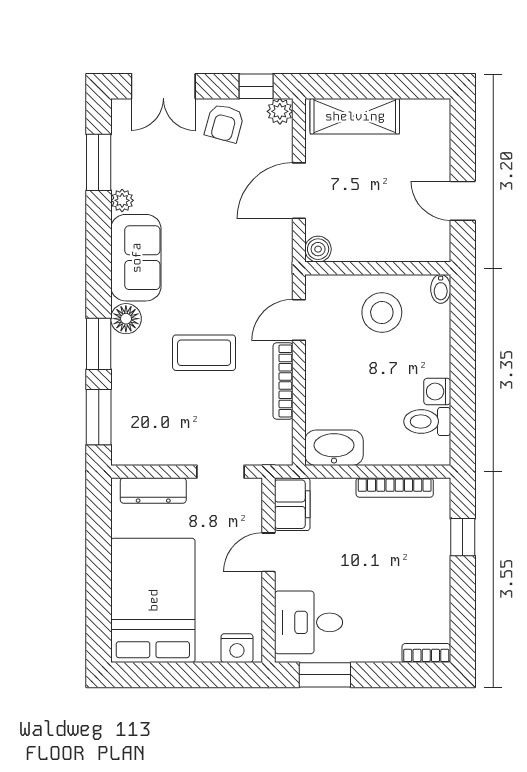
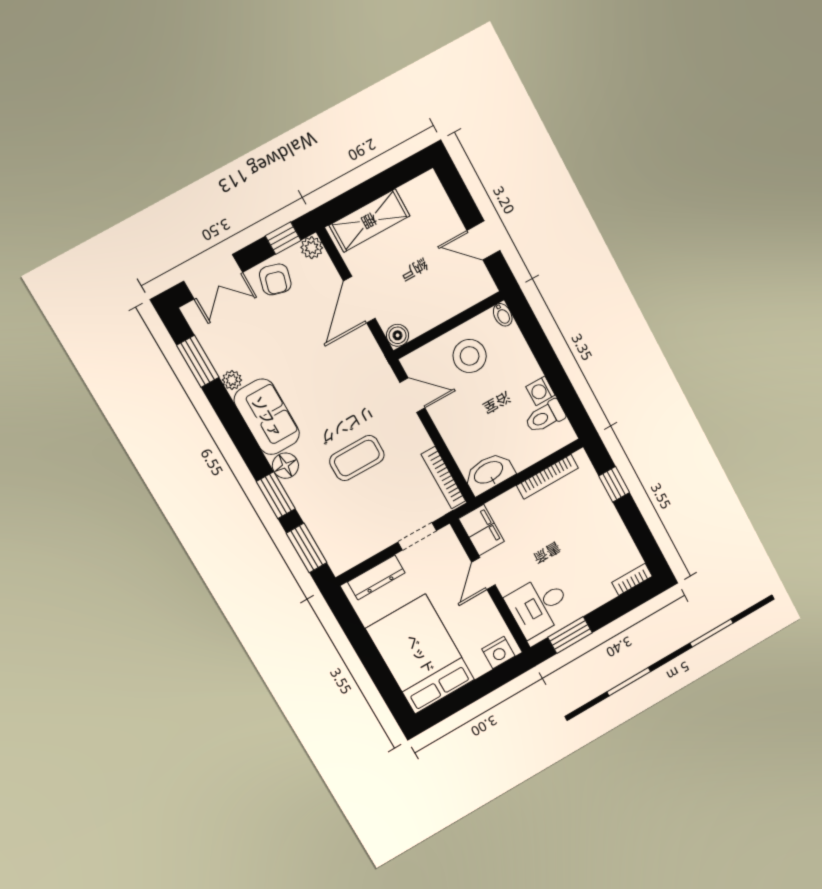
door: (299, 320) -> (412, 395), swing flipped
bookcase: (283, 381) -> (443, 478), moved

